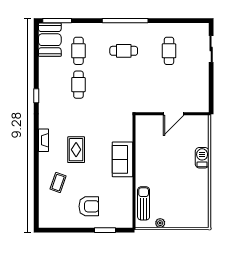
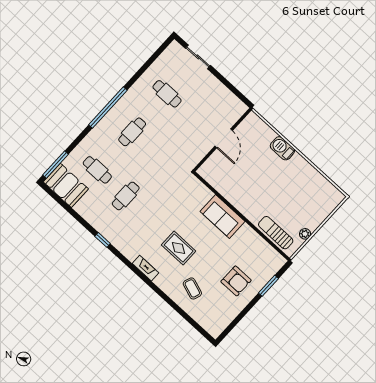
cafe table: (78, 85) -> (126, 196), turned 90
armchair: (89, 206) -> (236, 281), turned 90

